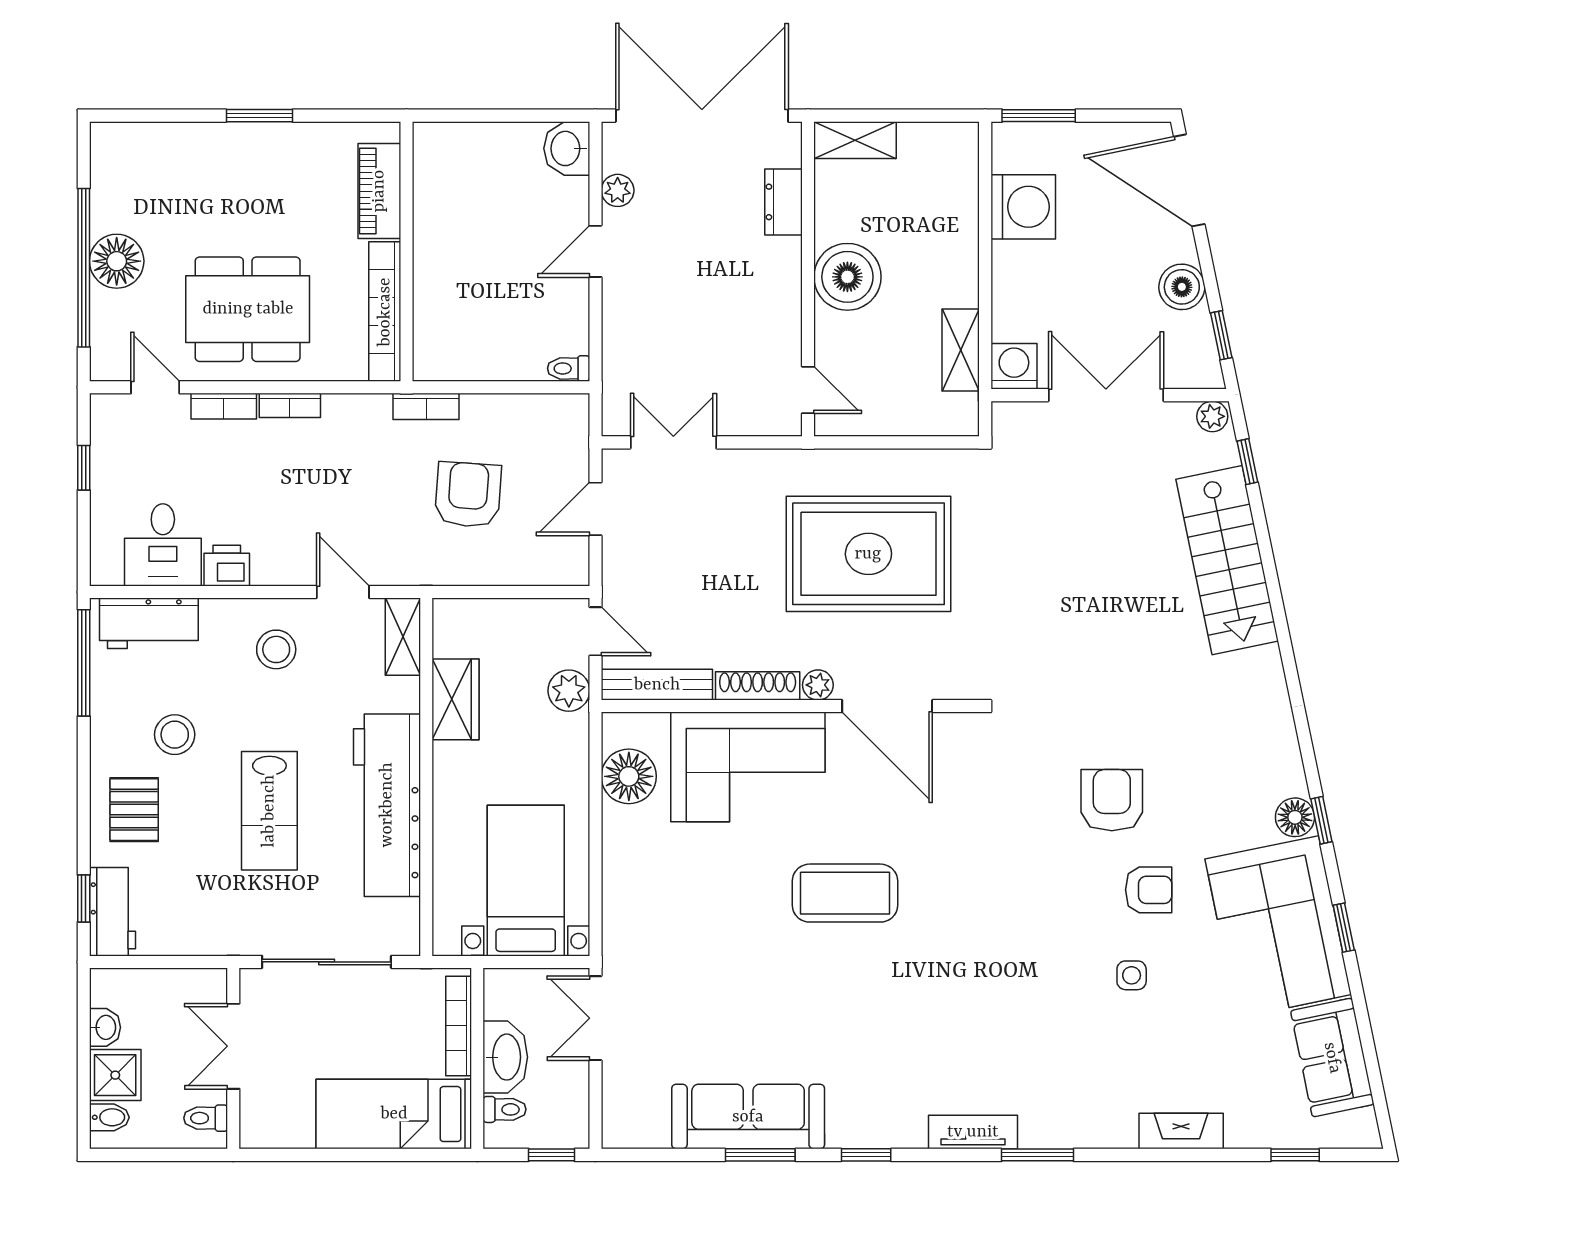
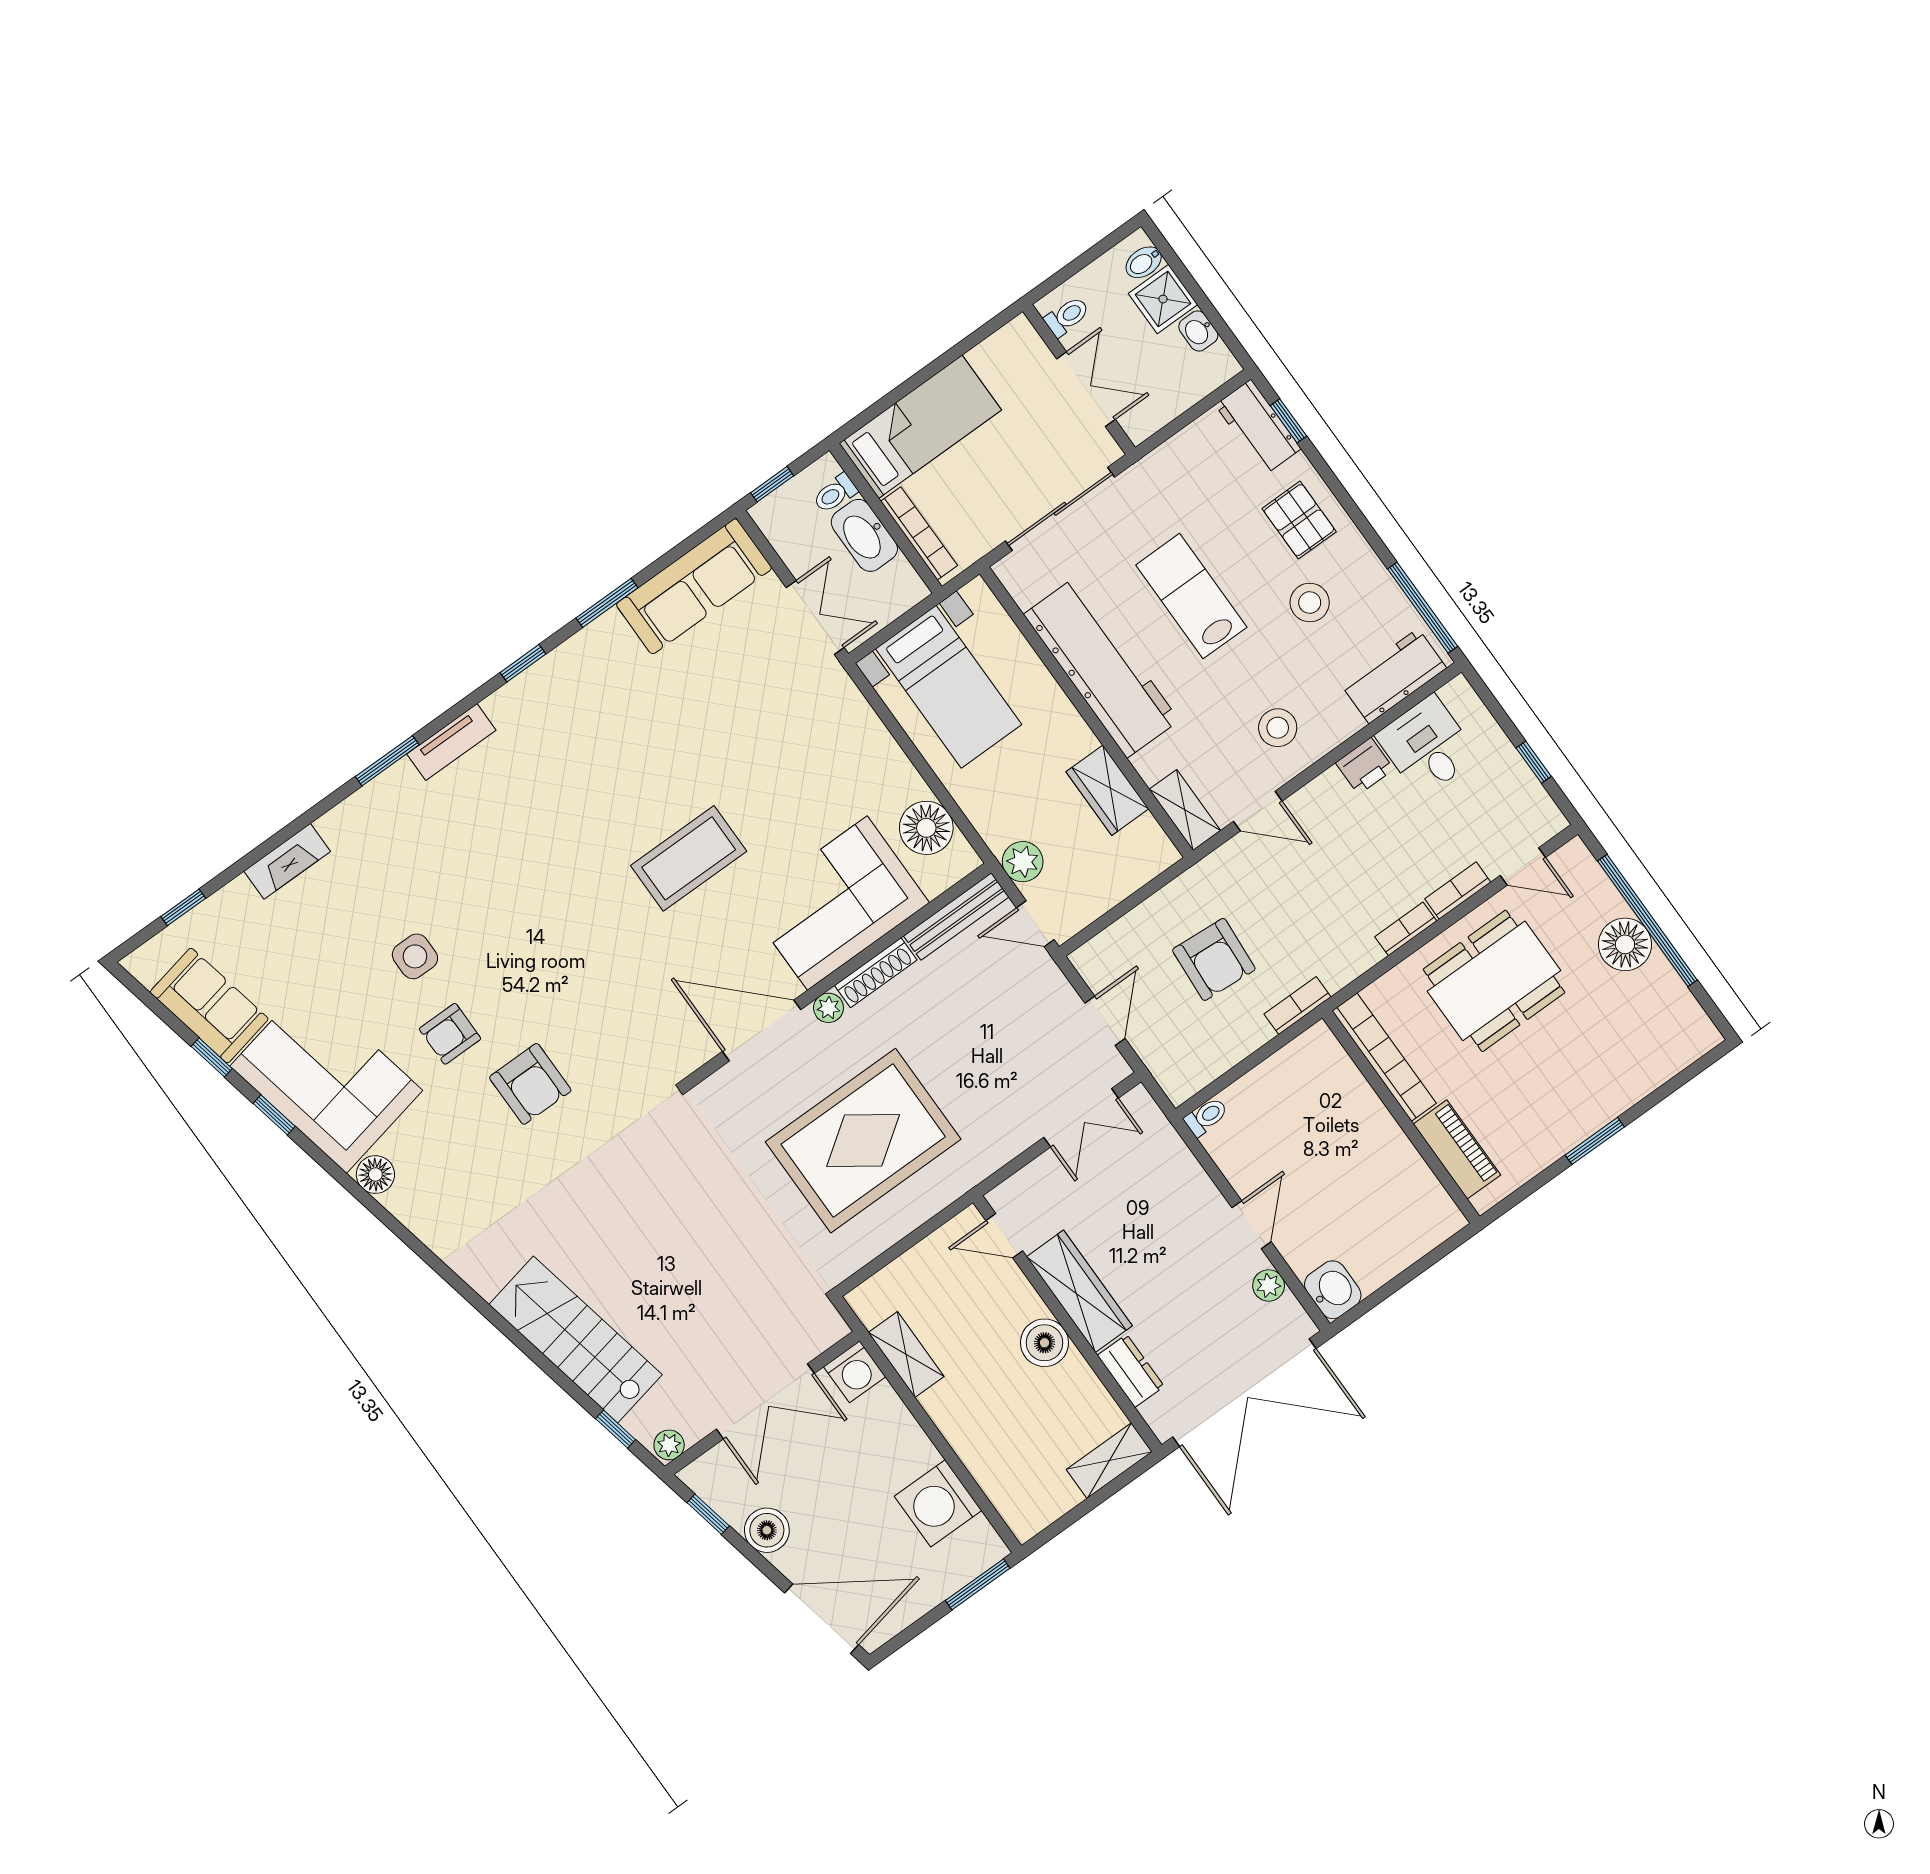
boiler: (847, 277) -> (1045, 1343), width x0.73, depth x0.73
wardrobe: (779, 299) -> (1079, 1291), added
window: (1321, 820) -> (212, 1057), moved
side table: (1132, 975) -> (415, 956), width x1.37, depth x1.37
sofa: (748, 1117) -> (694, 586), moved

